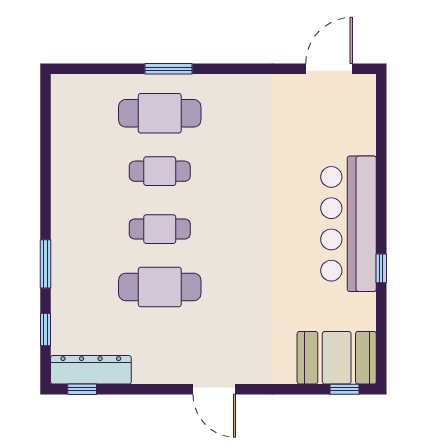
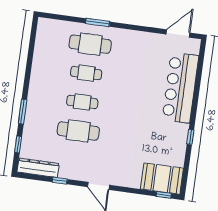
bar counter: (348, 224) -> (180, 88), moved
window: (82, 389) -> (60, 181), moved

